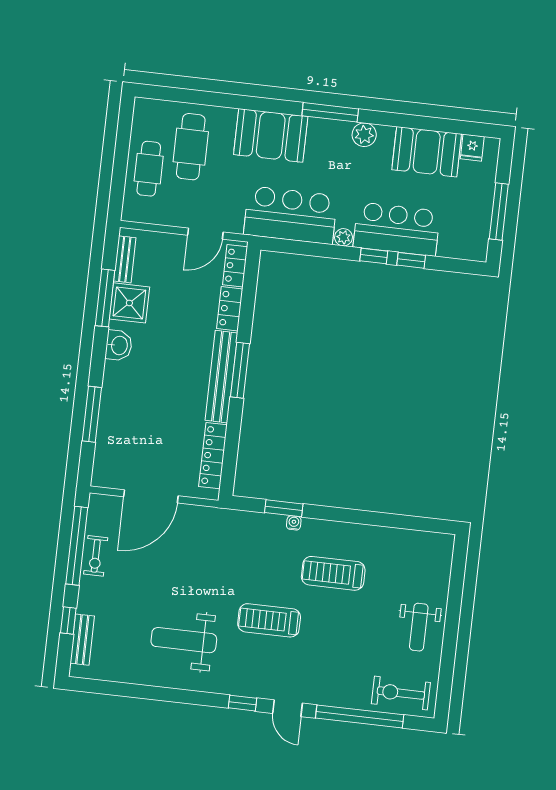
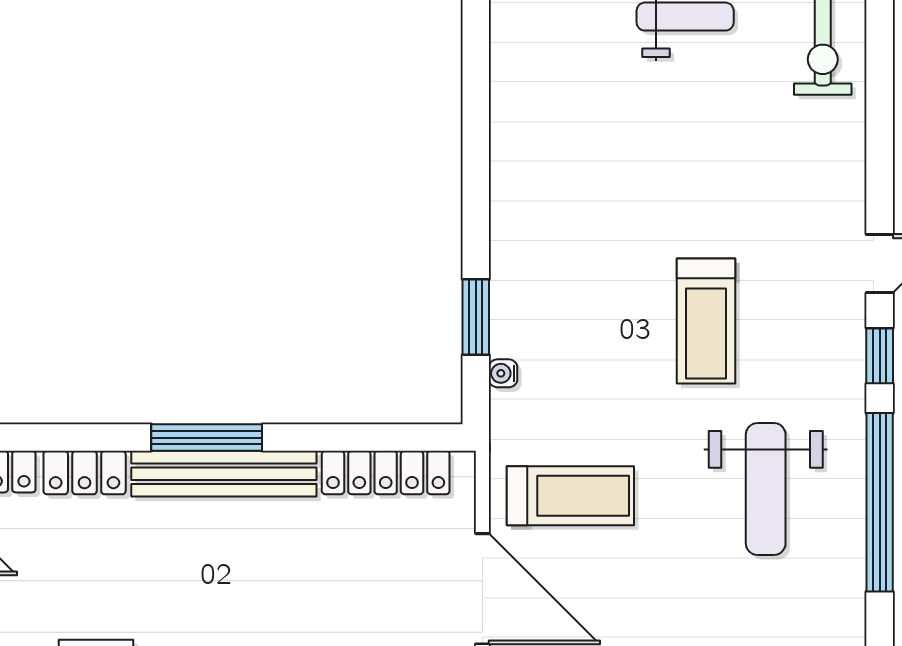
water cooler: (294, 523) -> (503, 373), moved
treadmill: (333, 573) -> (570, 496), moved, turned -90
window: (360, 716) -> (880, 502), moved

